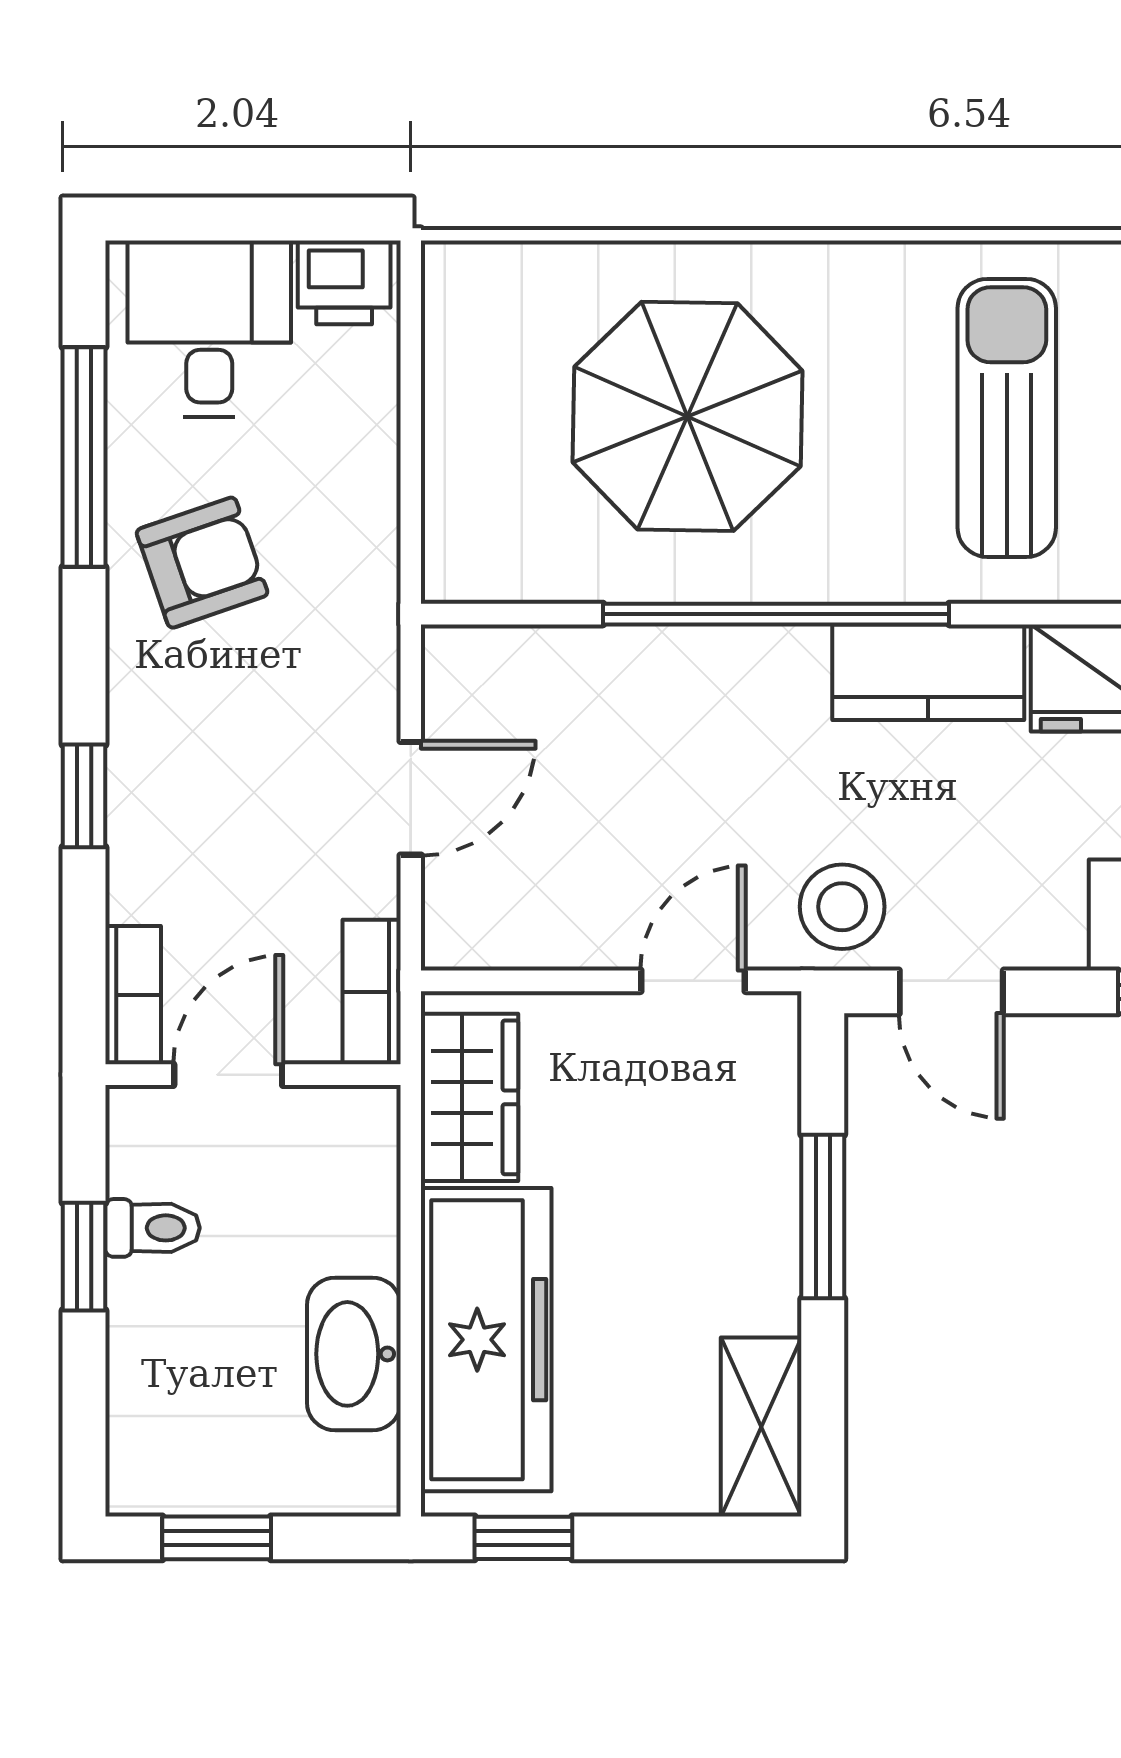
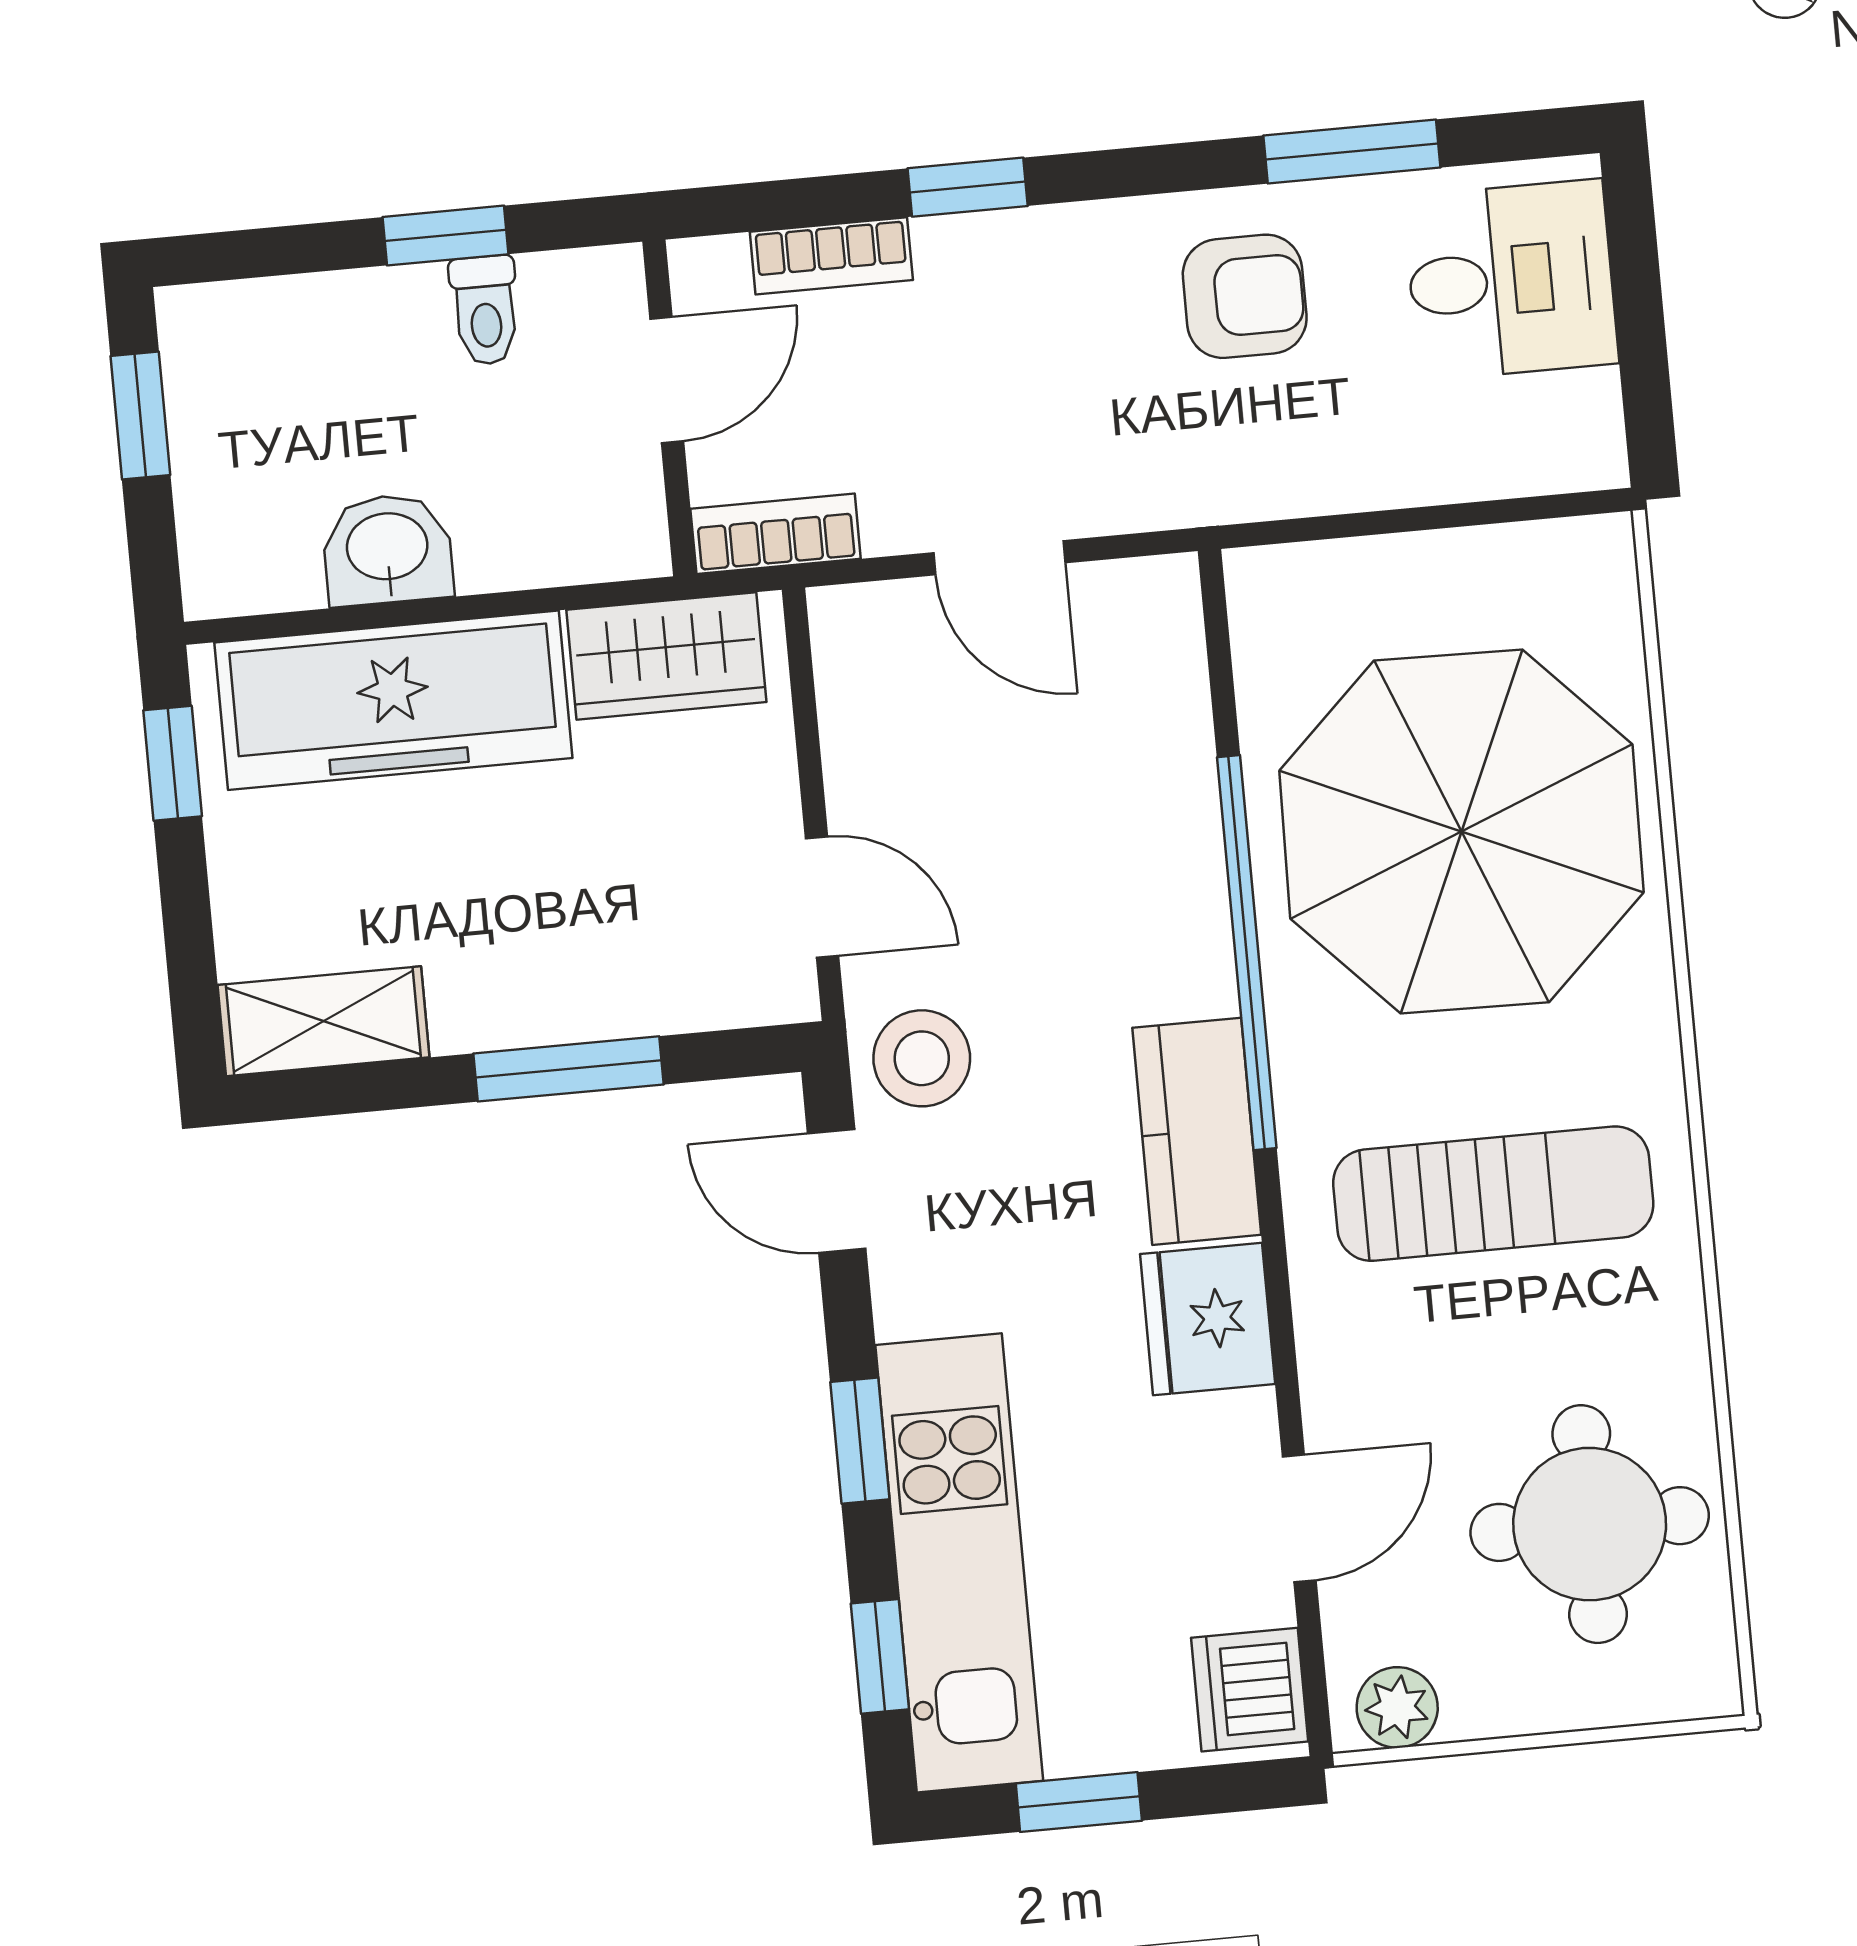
printer: (344, 282) -> (1577, 428), removed
parasol: (688, 416) -> (1461, 831), width x1.36, depth x1.36
window: (84, 457) -> (1352, 151), width x0.69
armchair: (202, 563) -> (1245, 296), turned -71
door: (951, 992) -> (837, 1191), hinge flipped
bookcase: (133, 995) -> (831, 256), moved
door: (228, 1075) -> (667, 380), hinge flipped
washbasin: (354, 1354) -> (387, 549), width x0.72

